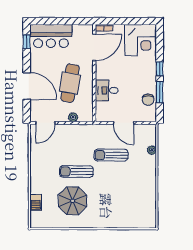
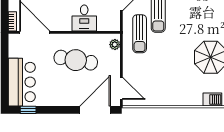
door: (27, 86) -> (95, 110), moved
plant: (73, 117) -> (115, 45), moved
sun lounger: (76, 172) -> (140, 34), moved

